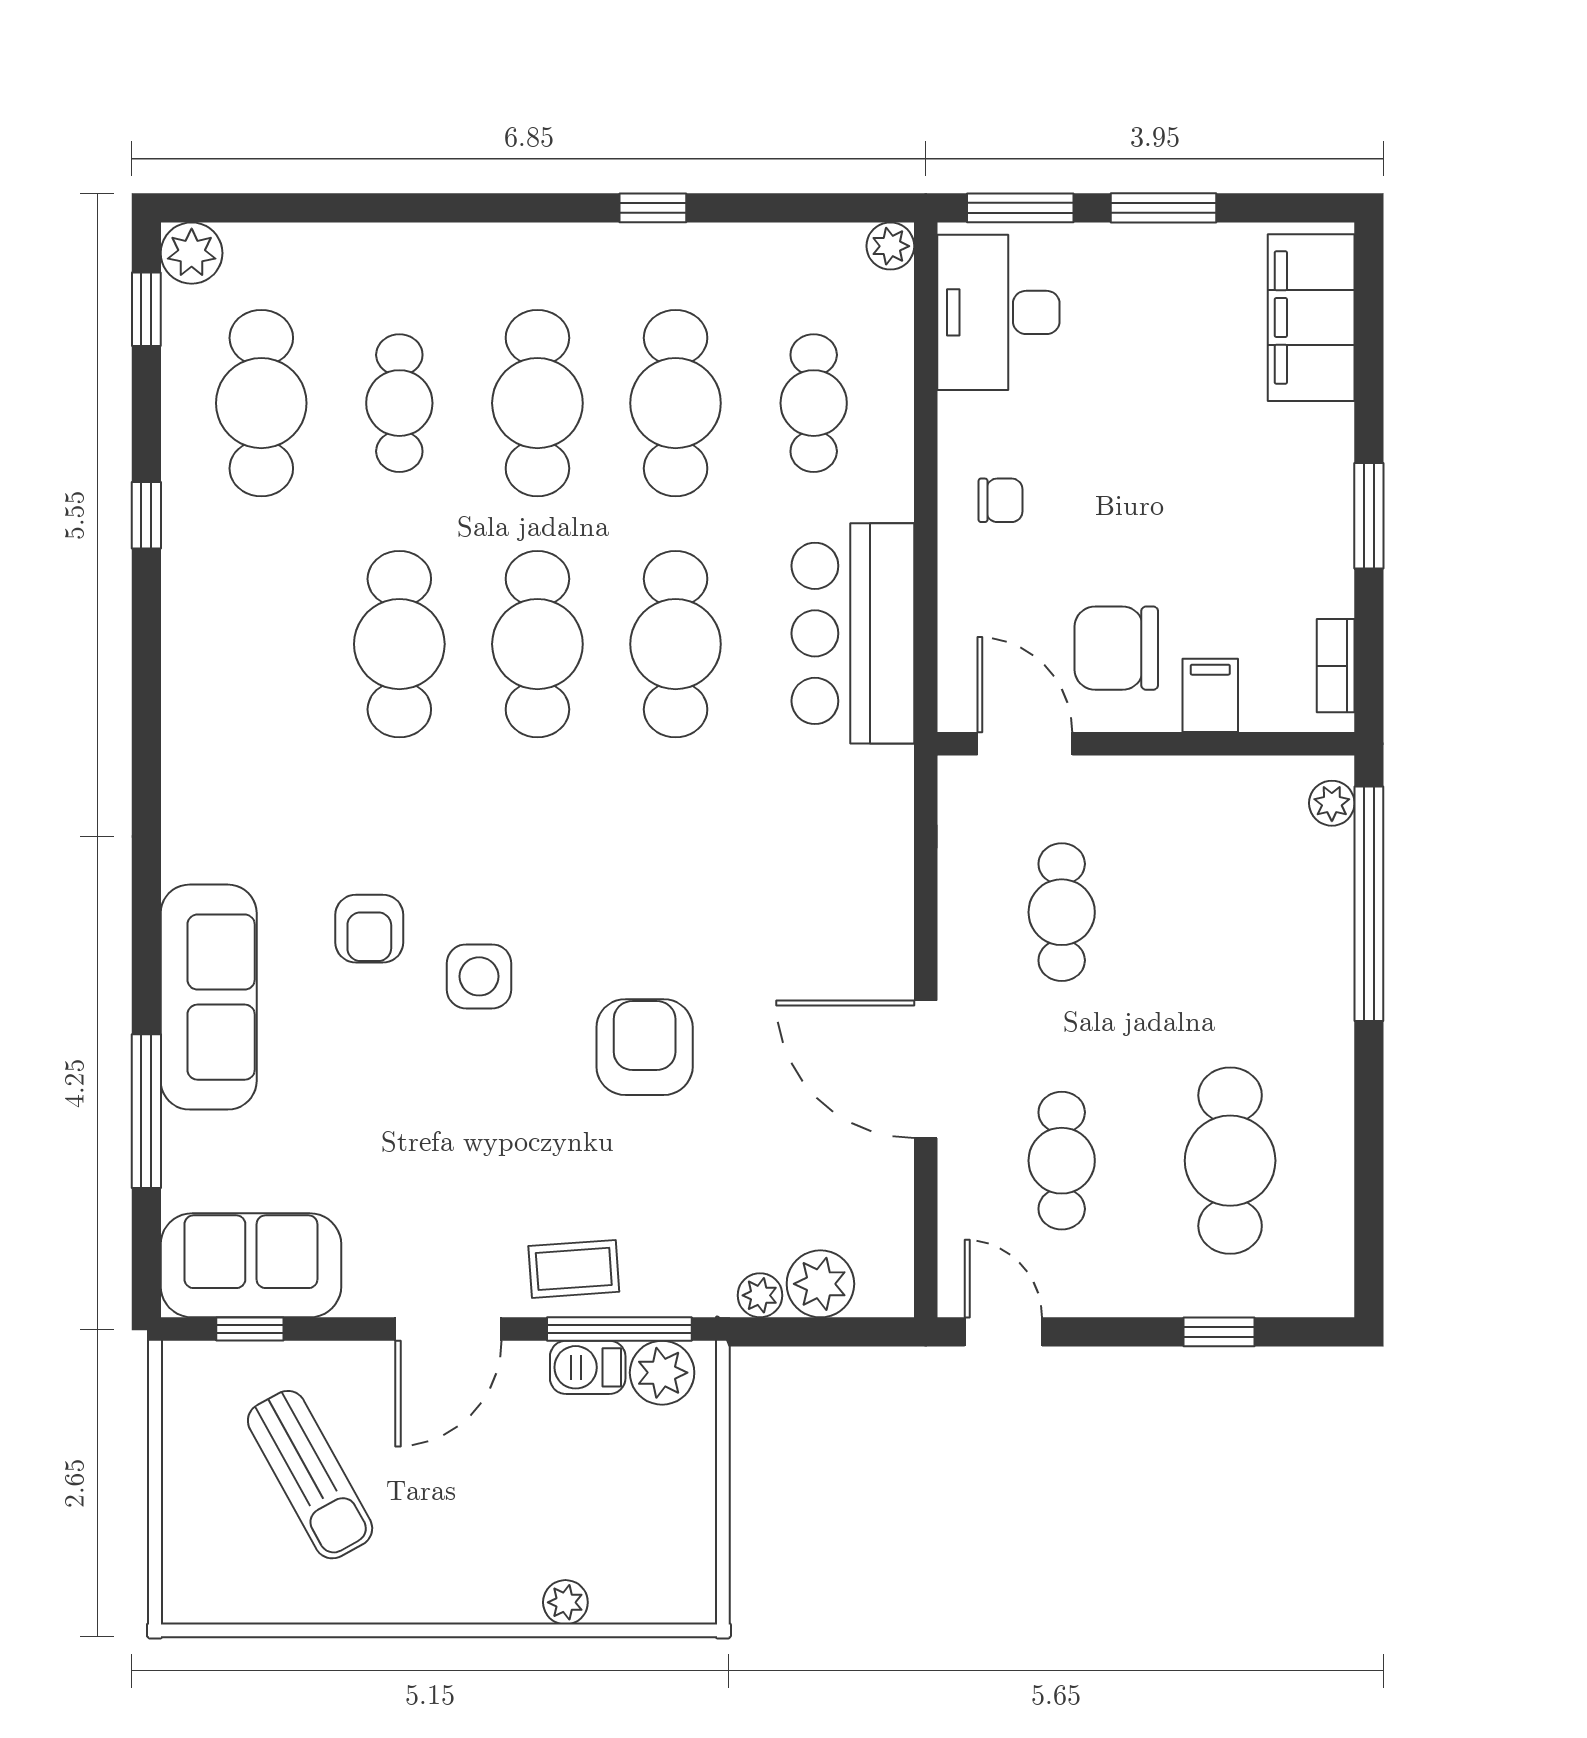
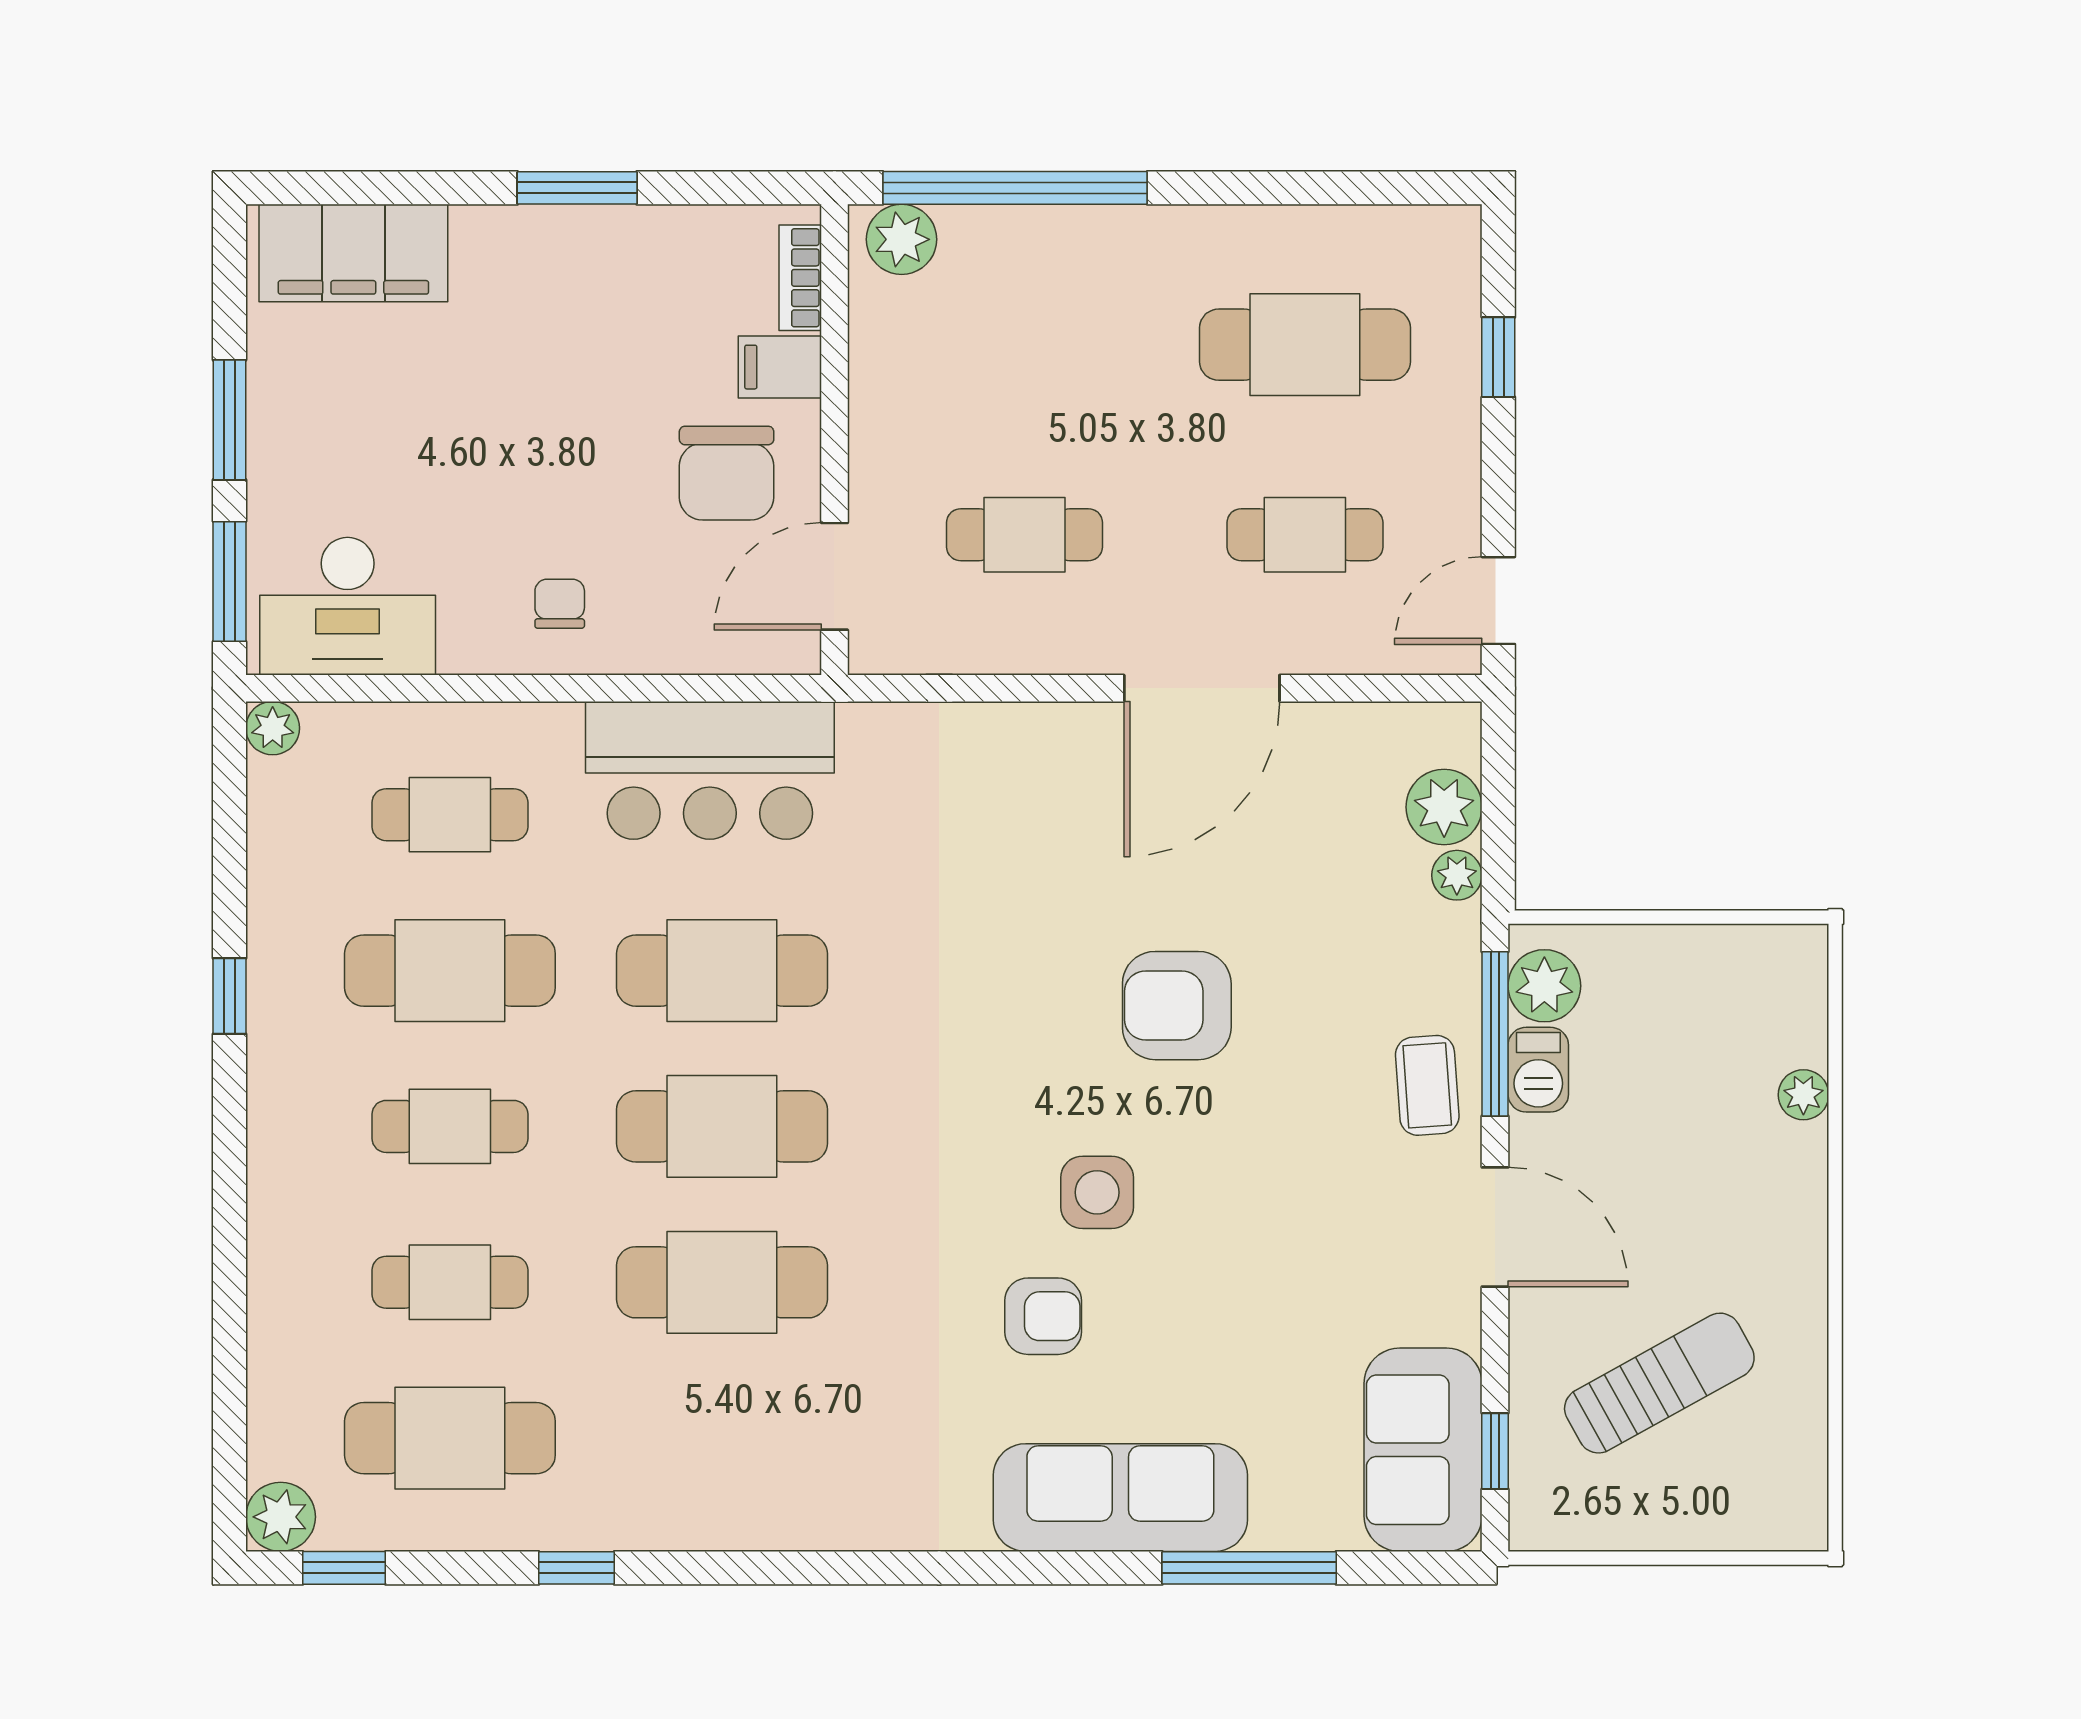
cafe table: (537, 403) -> (450, 1126), width x0.73, depth x0.74
bookcase: (1336, 666) -> (800, 278), moved, turned 90
plant: (1332, 803) -> (902, 239), width x1.38, depth x1.38

